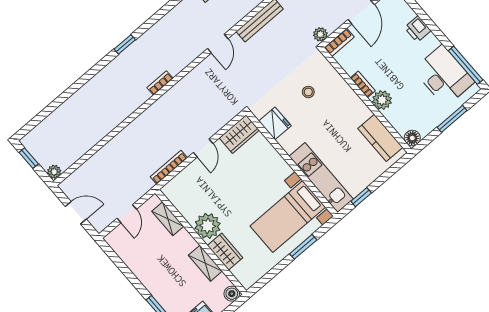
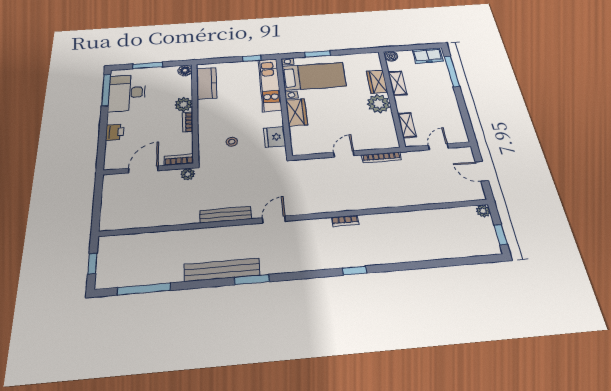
wardrobe: (239, 134) -> (297, 112), moved, turned 90

